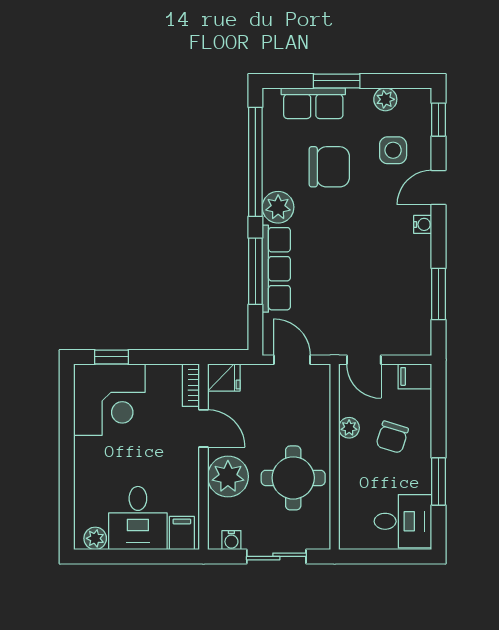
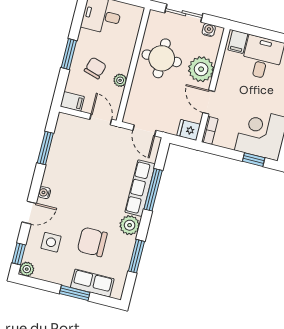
plant: (385, 99) -> (27, 269), moved
window: (255, 162) -> (136, 256), width x0.47
window: (438, 481) -> (69, 54), moved

